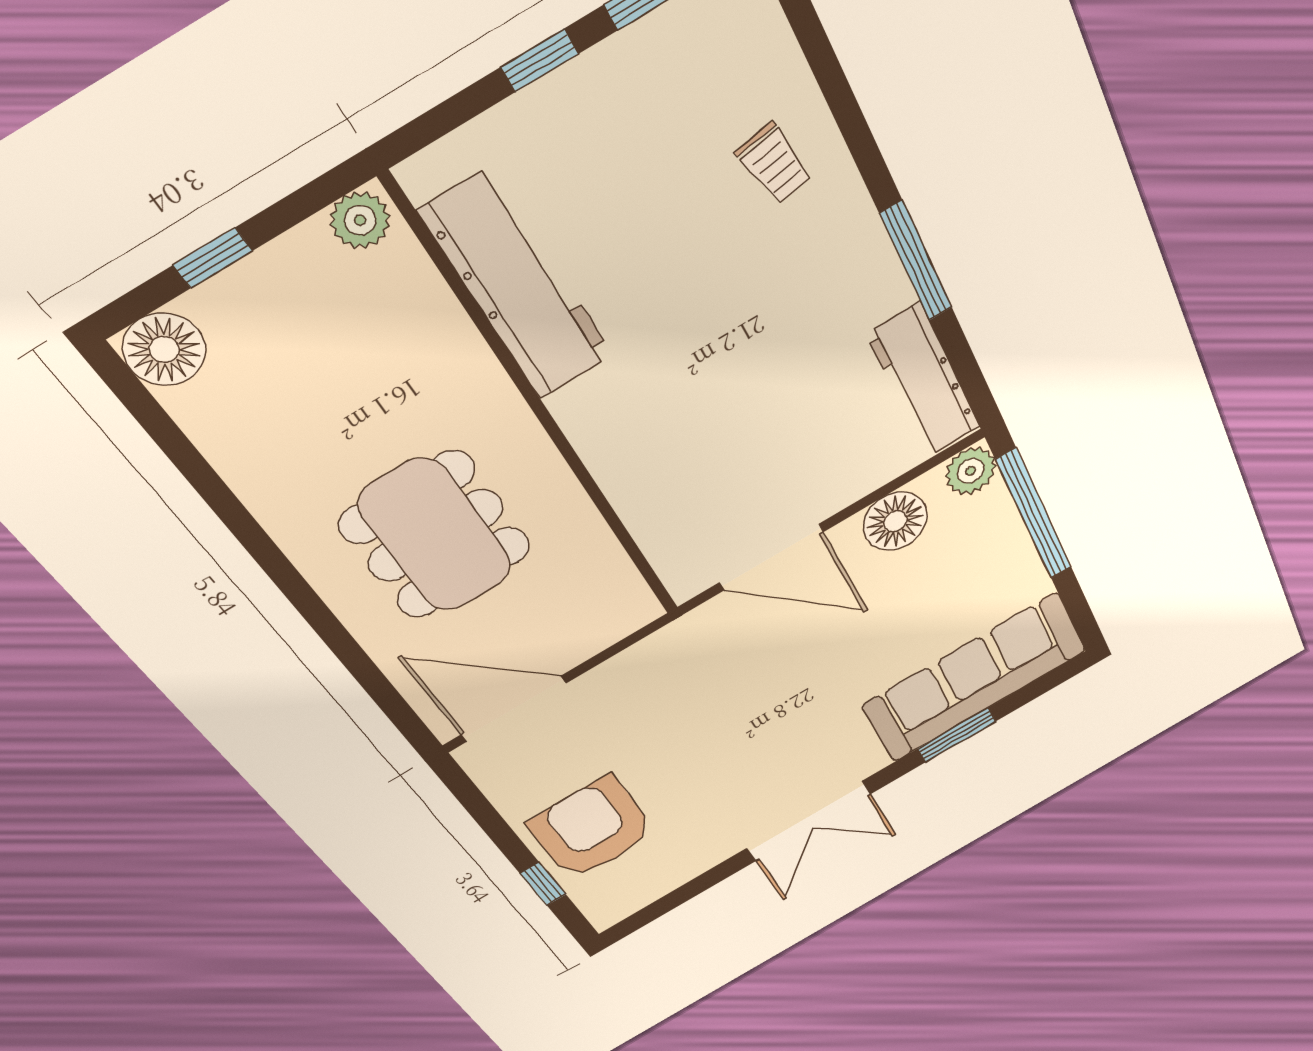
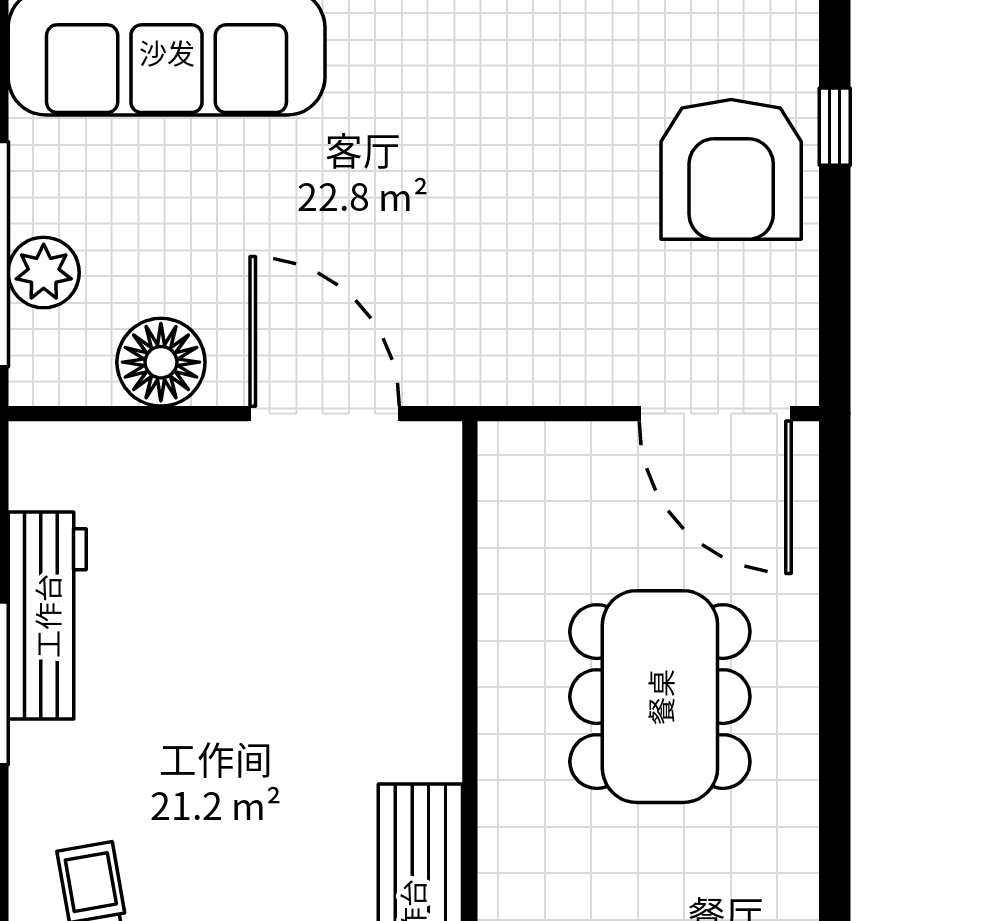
workbench: (924, 381) -> (47, 616), moved
plant: (971, 471) -> (44, 273), moved

